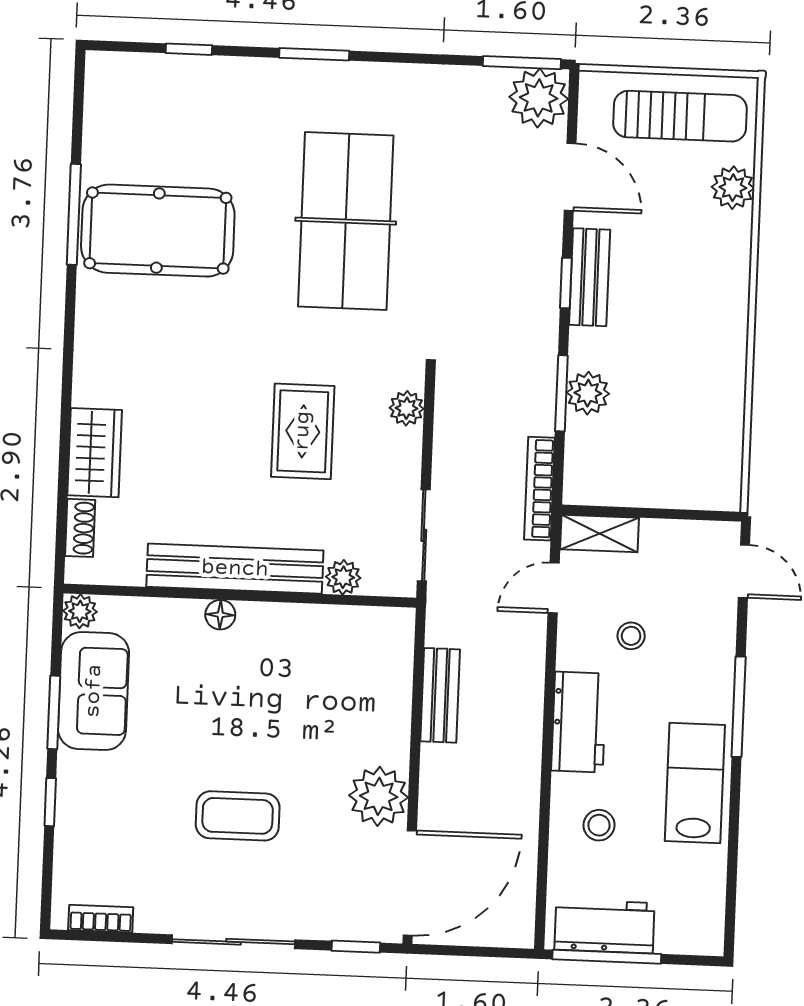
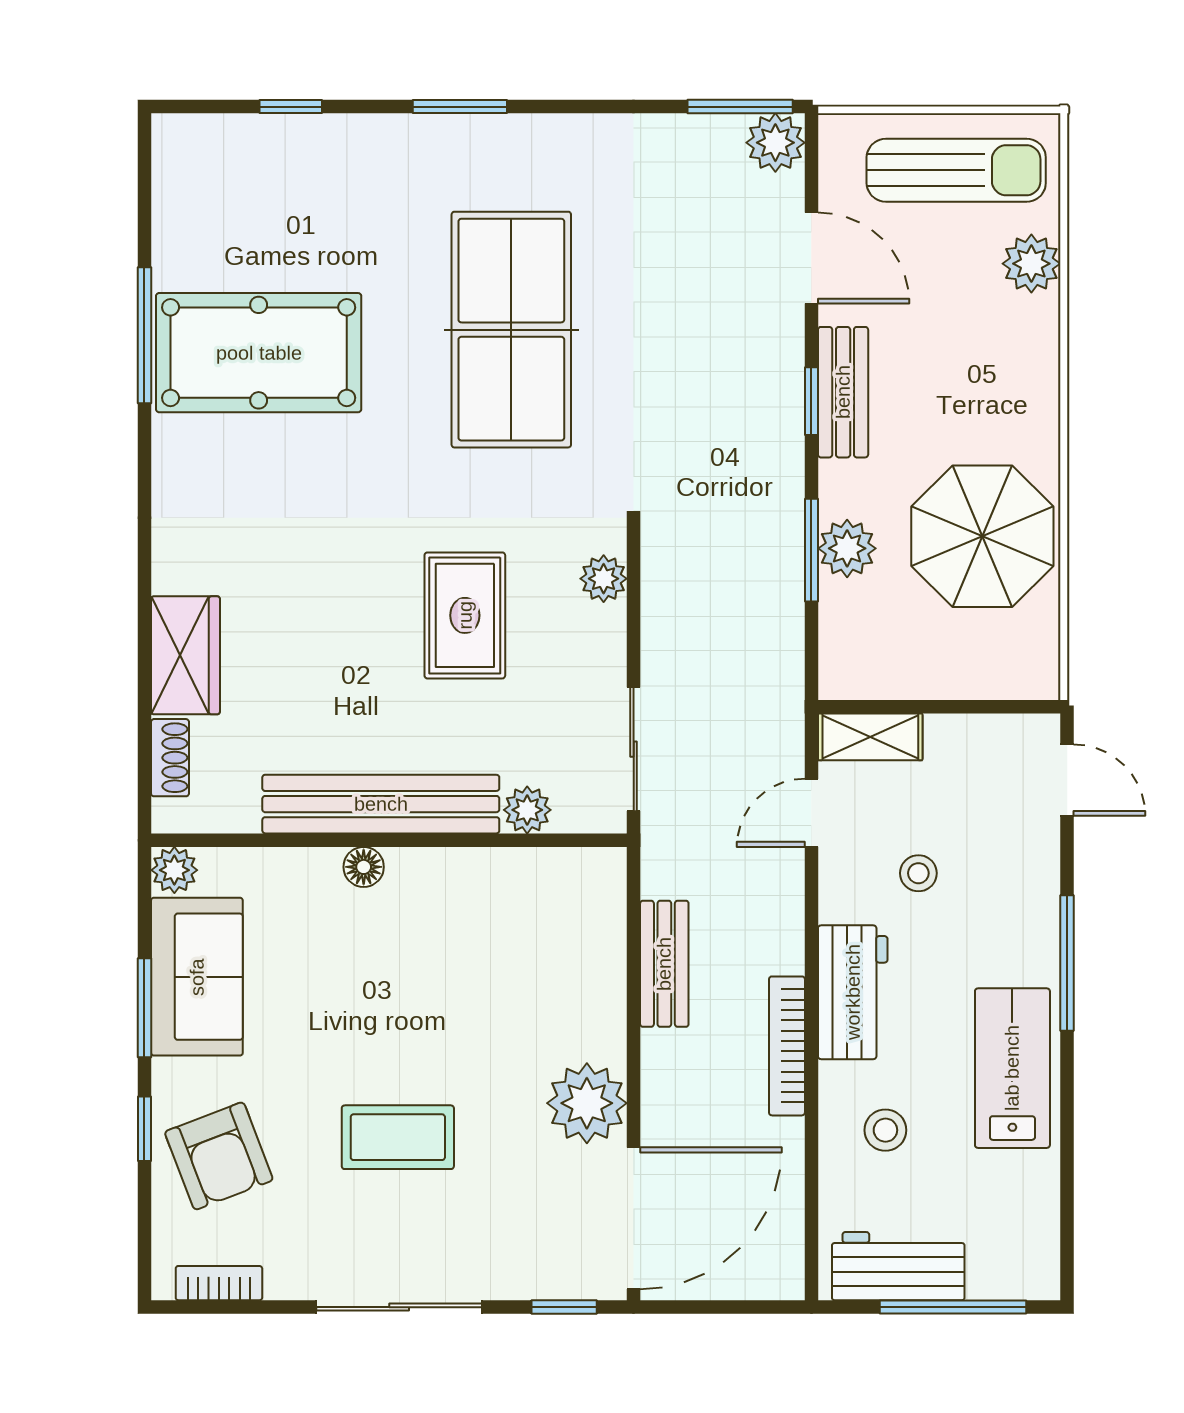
plant: (539, 98) -> (775, 143), width x0.73, depth x0.73
parasol: (689, 388) -> (982, 536), added
bookcase: (539, 489) -> (787, 1046), moved
armchair: (104, 824) -> (219, 1156), added
window: (607, 957) -> (953, 1307), moved

